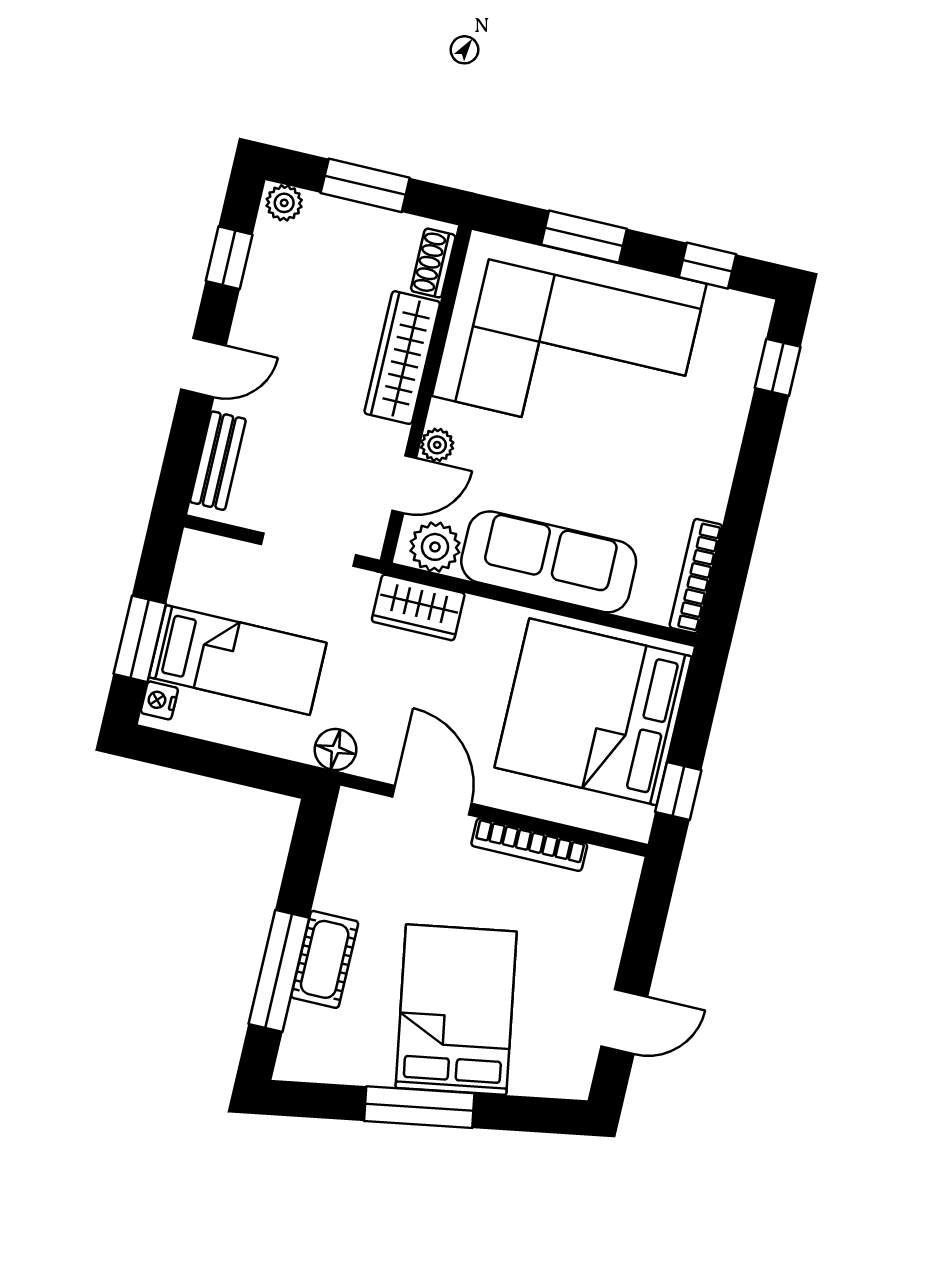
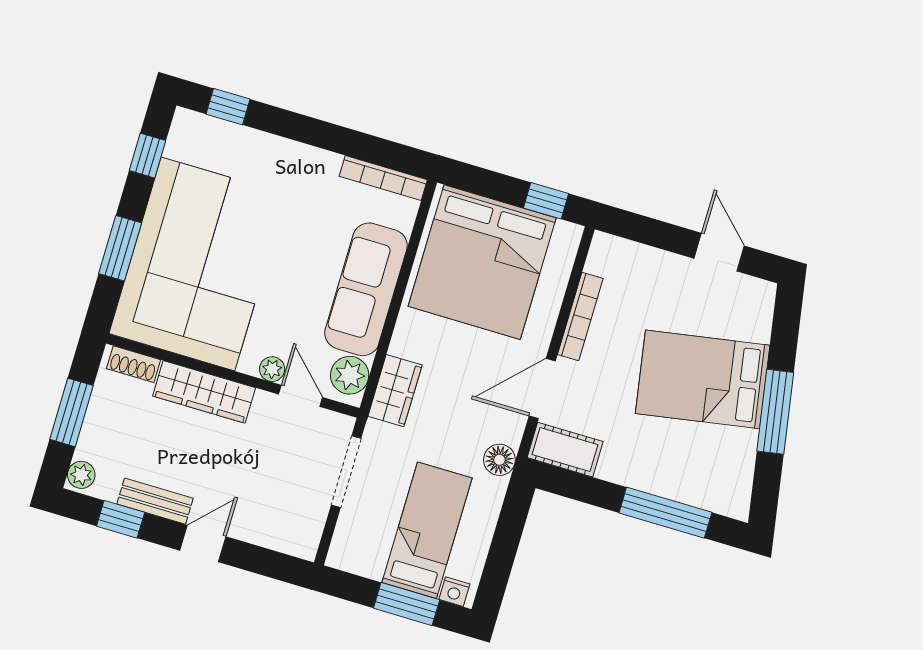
door: (203, 367) -> (203, 544), hinge flipped
bench: (218, 461) -> (155, 501), moved
cot: (325, 959) -> (565, 450), moved

